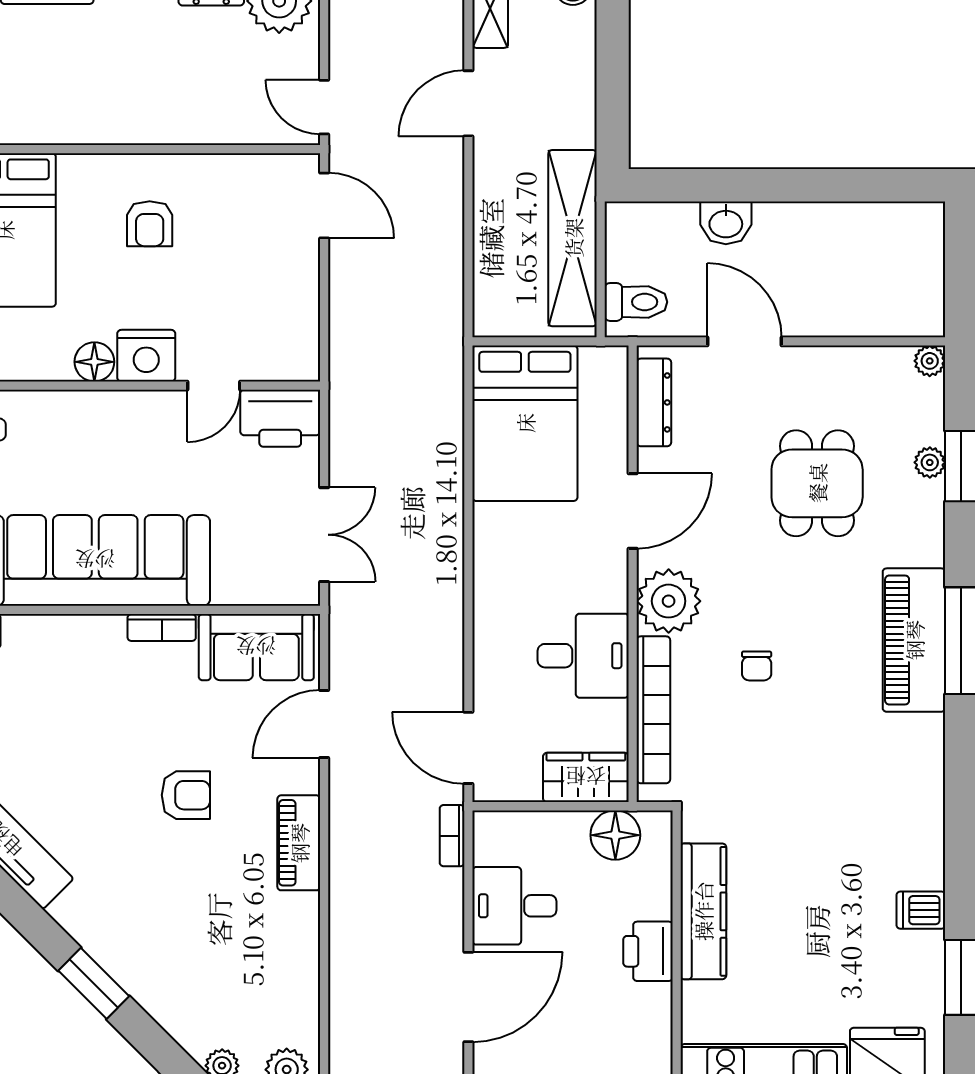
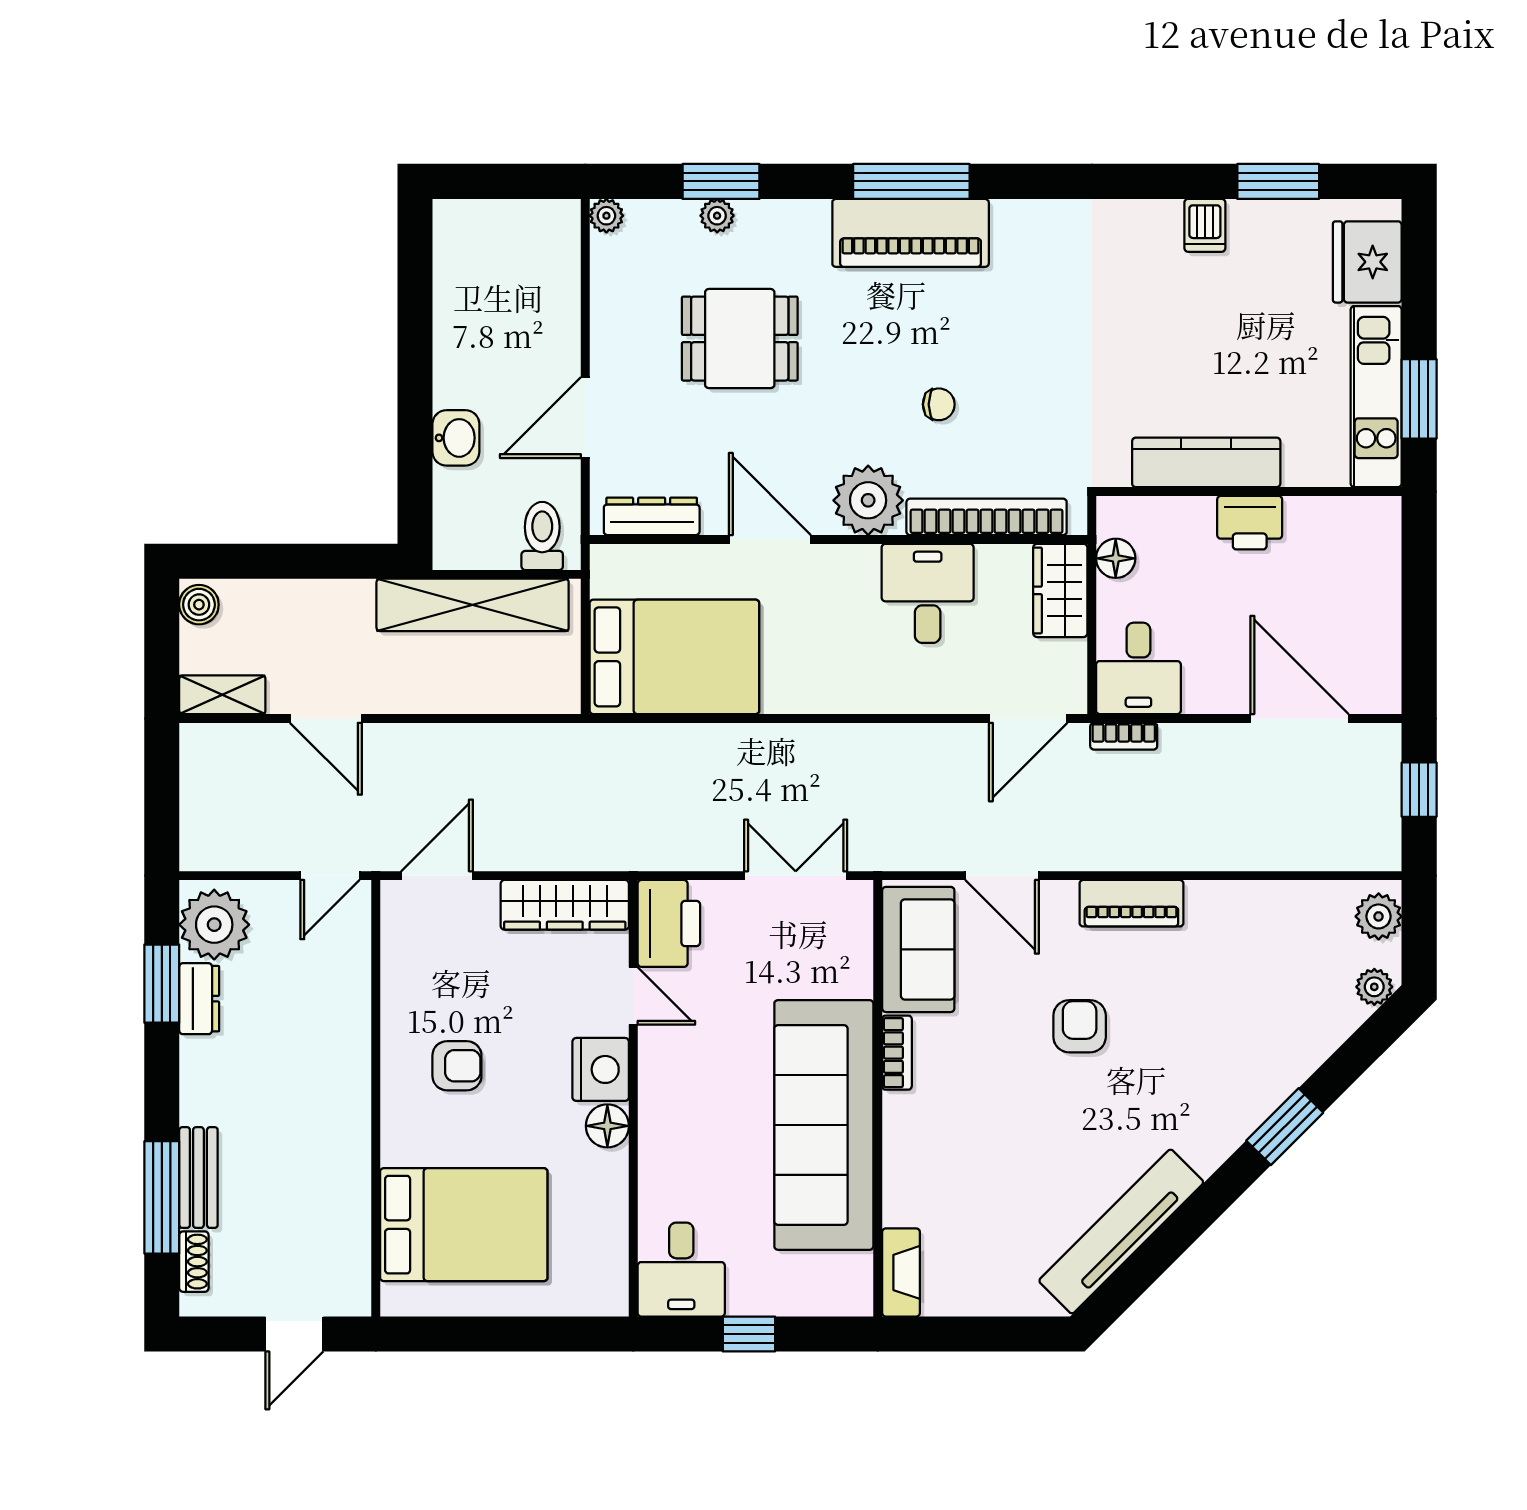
wardrobe: (297, 323) -> (565, 905), added
floor lamp: (615, 835) -> (1116, 558), width x0.73, depth x0.73
desk: (514, 906) -> (1138, 668), moved

